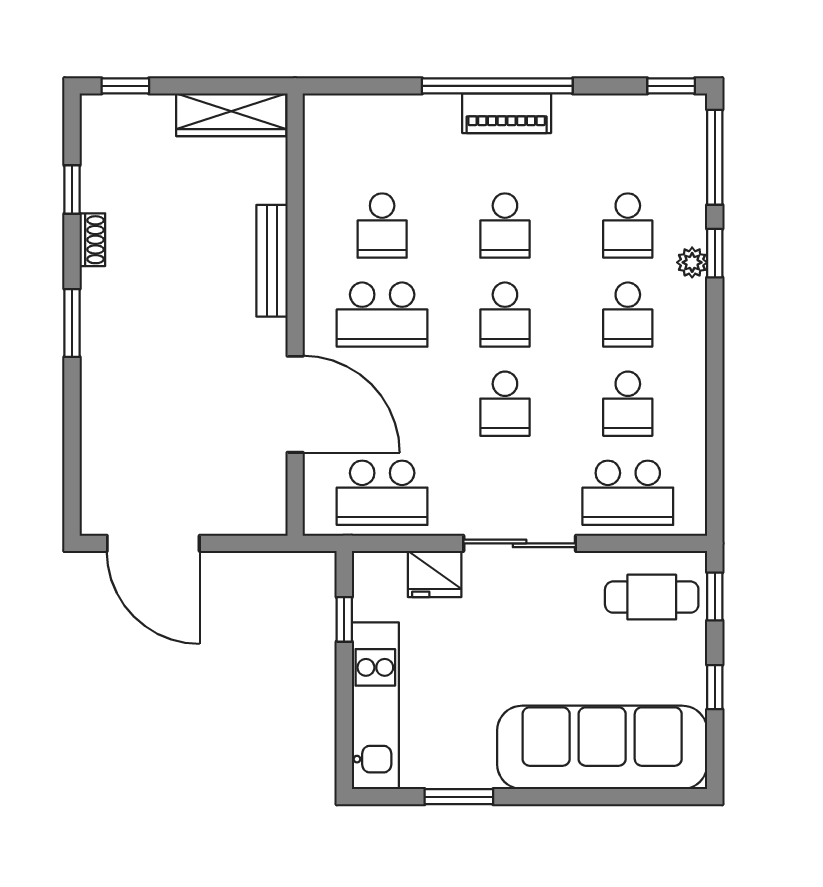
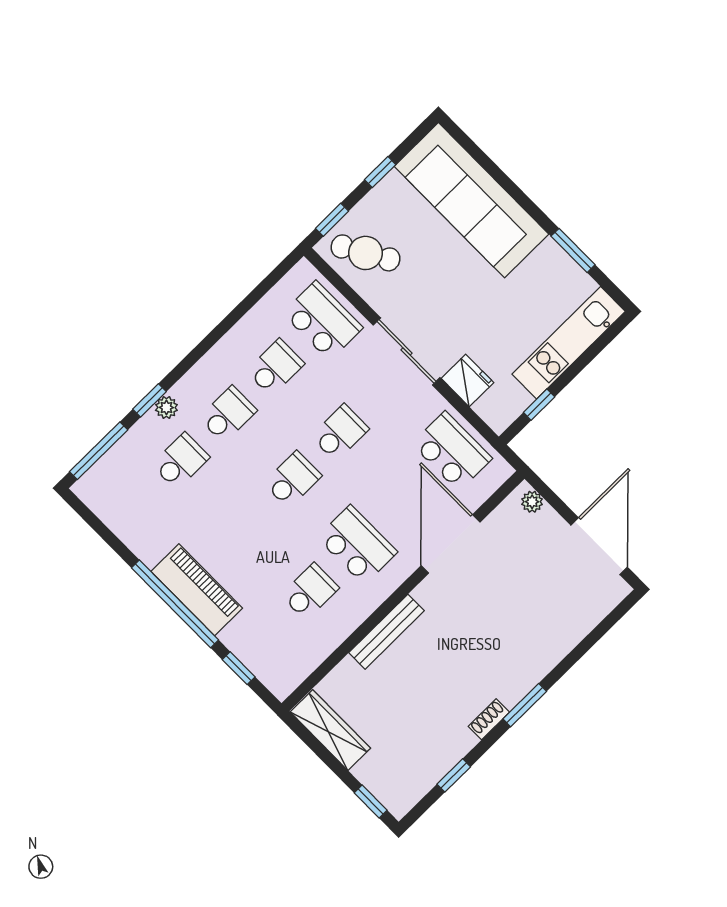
window: (671, 86) -> (239, 668), moved
piano: (507, 113) -> (197, 590), width x1.37, depth x1.33
school desk: (505, 226) -> (245, 526), removed
shoe rack: (92, 240) -> (489, 719), moved
plant: (259, 521) -> (532, 502), added
cafe table: (652, 597) -> (366, 253), turned -30

